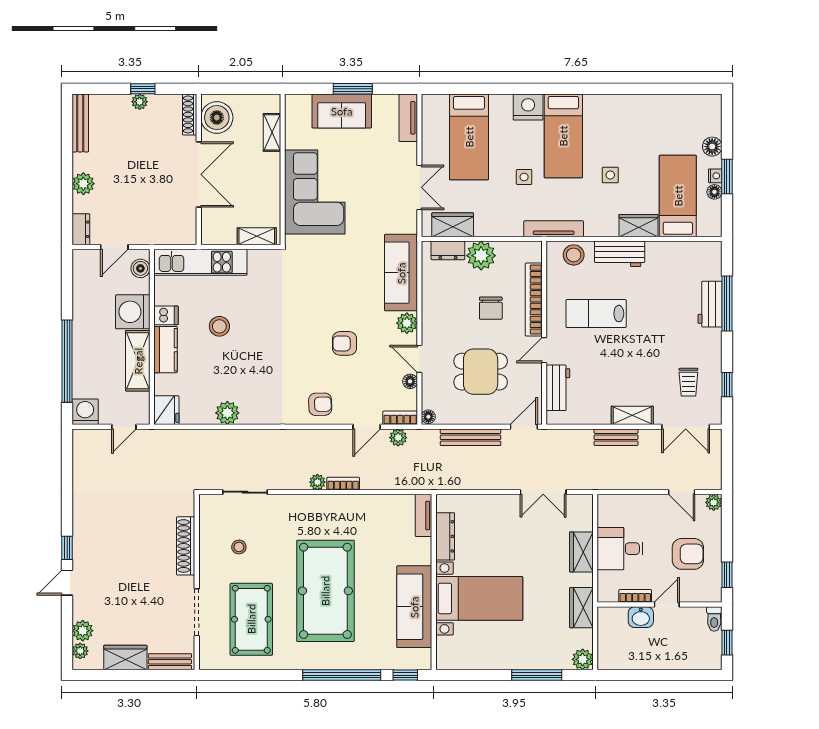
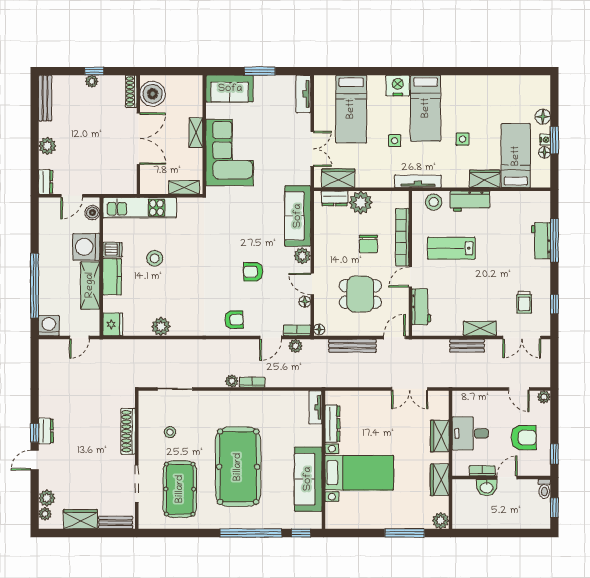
sofa: (342, 111) -> (230, 89), moved
shelving: (272, 132) -> (196, 133), moved
dresser: (81, 545) -> (46, 431), added

